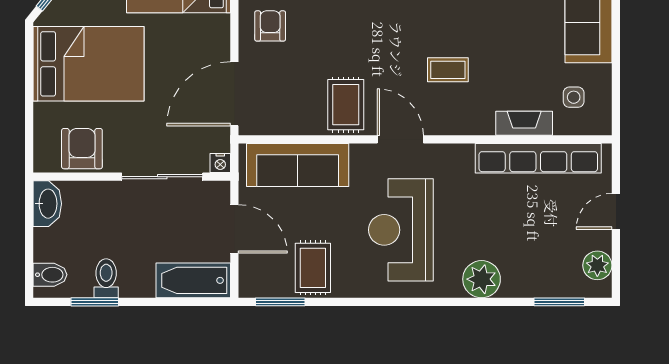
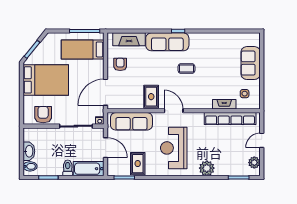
coffee table: (448, 70) -> (186, 69), moved
washbasin: (47, 204) -> (29, 151), moved
toilet: (106, 278) -> (68, 168), moved

